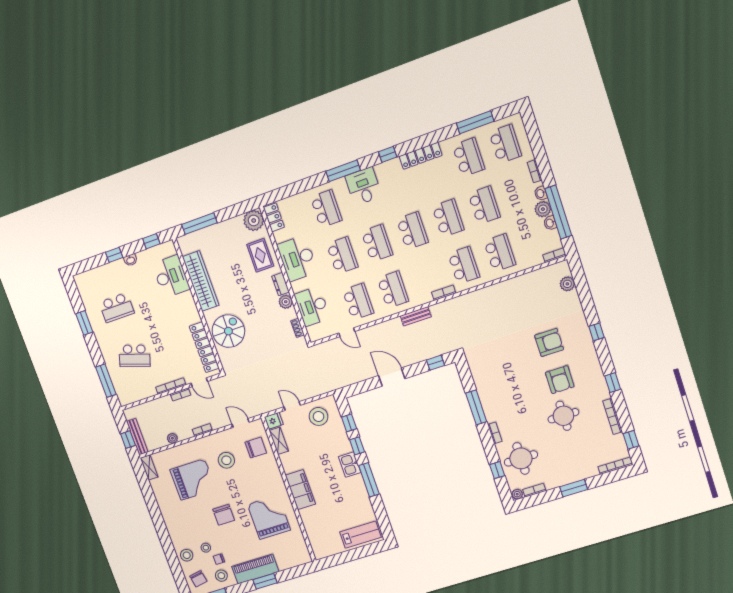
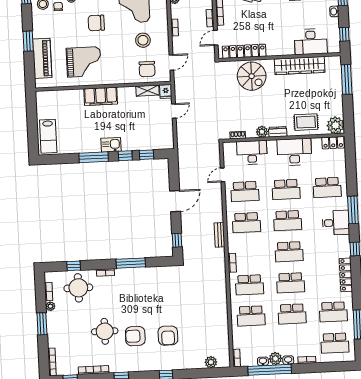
stool: (319, 416) -> (159, 131), removed
plant: (517, 494) -> (50, 306), moved
piano: (255, 569) -> (42, 58), moved

